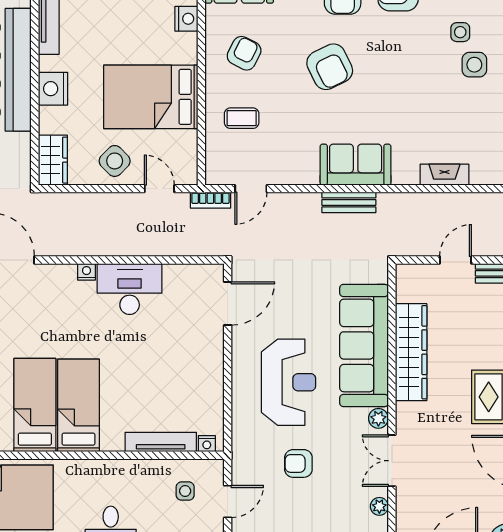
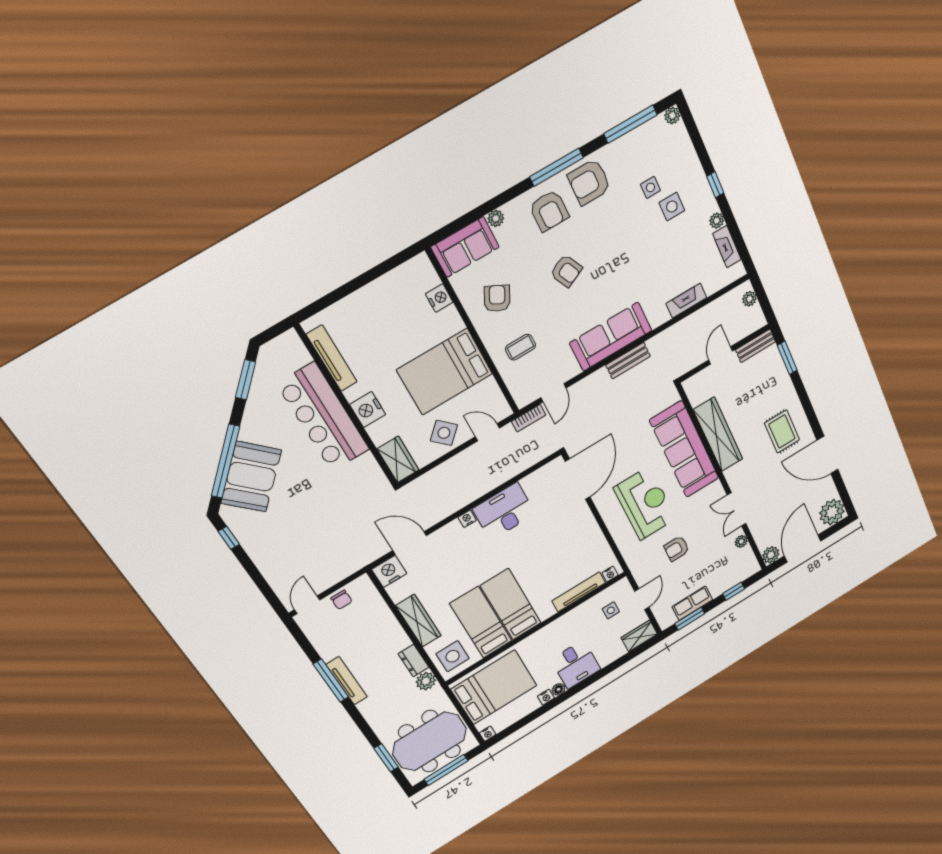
armchair: (330, 67) -> (566, 271), width x0.72, depth x0.72
sofa: (356, 165) -> (611, 337), width x1.36
door: (228, 304) -> (578, 479), width x1.36
plant: (378, 418) -> (716, 489), removed

